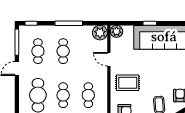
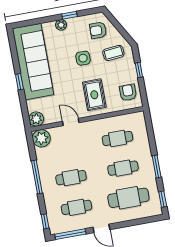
door: (109, 59) -> (71, 122), swing flipped
side table: (159, 79) -> (83, 58), added

